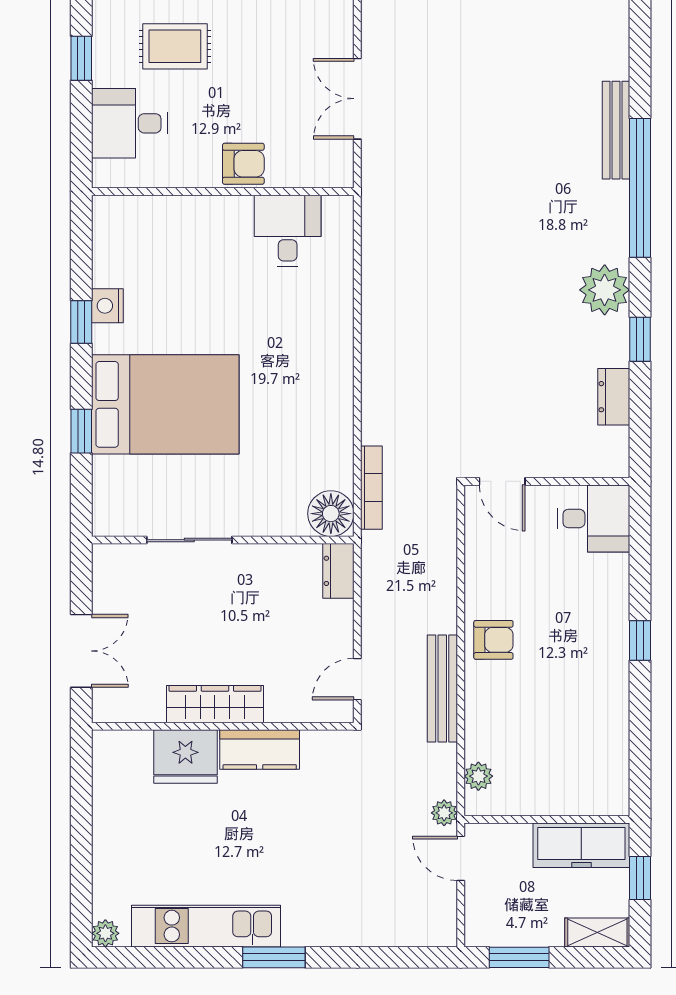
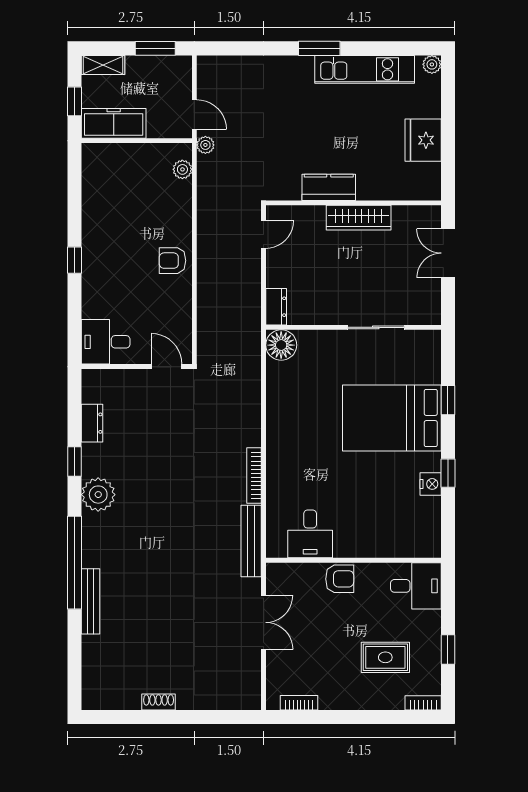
desk: (129, 123) -> (416, 586), moved
armchair: (243, 164) -> (340, 579), turned 180
bookcase: (371, 488) -> (254, 475), moved
bench: (442, 689) -> (251, 541), moved
fridge: (185, 757) -> (423, 140), moved, turned -90

